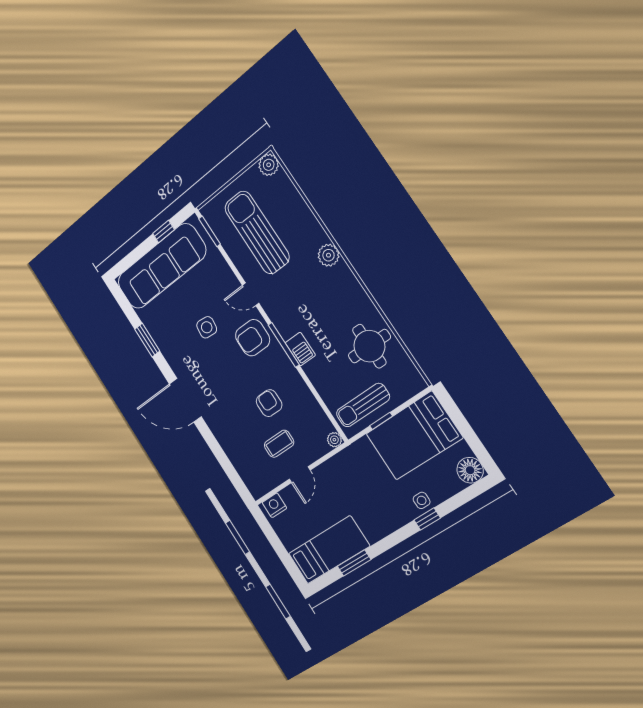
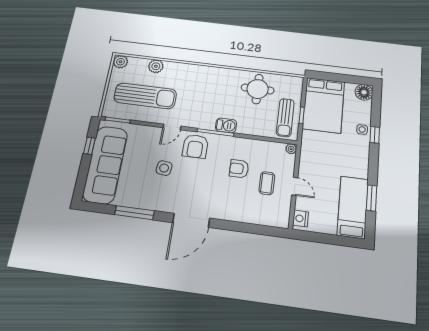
sun lounger: (257, 232) -> (145, 96), turned 180
plant: (328, 255) -> (156, 66), moved
window: (147, 340) -> (135, 213), width x1.44

